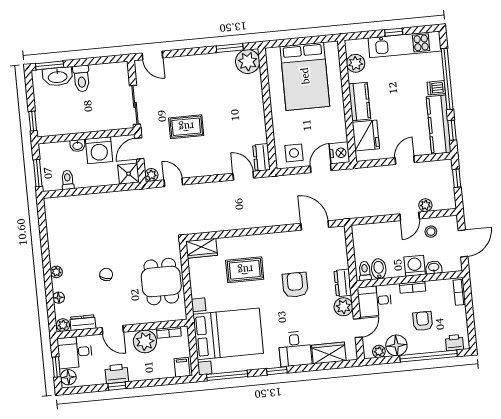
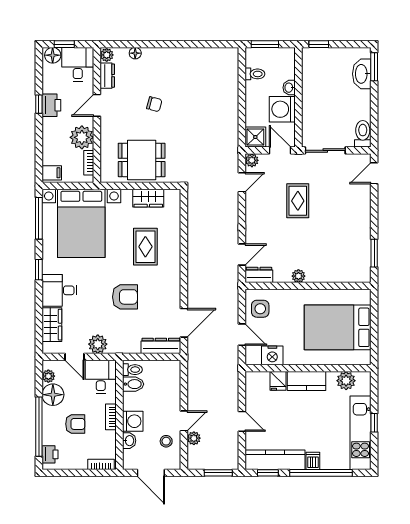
plant: (248, 62) -> (298, 276), moved, width x0.53, depth x0.53
toilet: (82, 79) -> (363, 134), moved, turned 90
fridge: (366, 136) -> (278, 381), width x0.53, depth x0.75
nightstand: (340, 153) -> (272, 355), moved
window: (457, 178) -> (218, 473), width x1.50
door: (410, 216) -> (184, 421), swing flipped
wardrobe: (202, 248) -> (148, 198), moved, turned -90
plant: (56, 272) -> (162, 53), removed
dresser: (343, 283) -> (161, 346), moved, width x1.44

